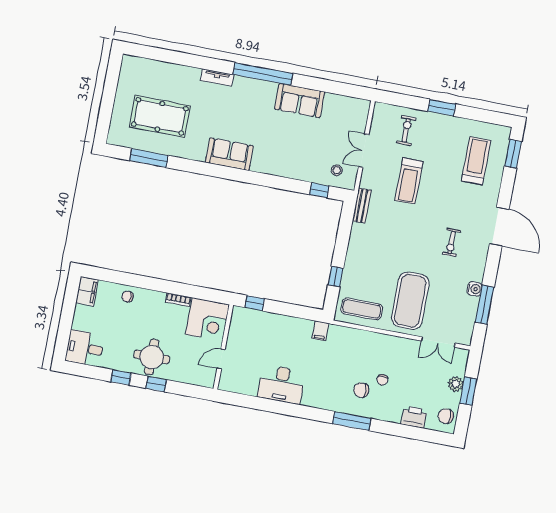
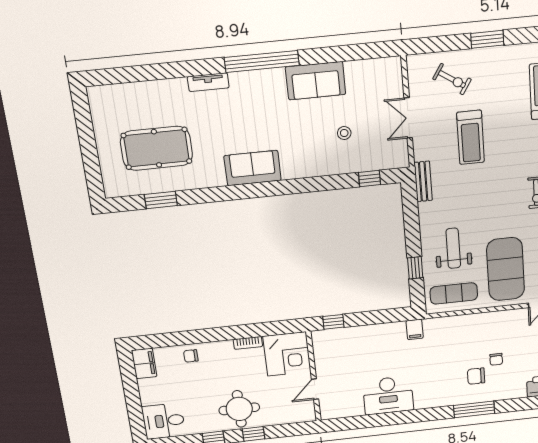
exercise bike: (406, 130) -> (452, 79), turned 123
window: (149, 158) -> (161, 200), width x0.69
stool: (337, 170) -> (344, 133), moved
weight bench: (371, 269) -> (453, 248), added

